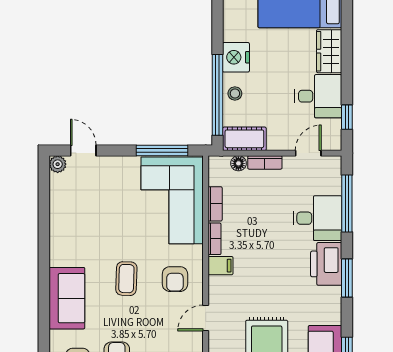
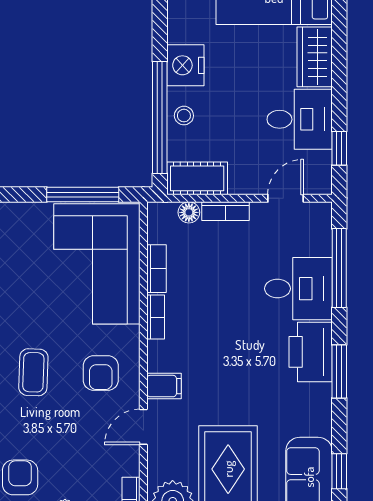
filing cabinet: (221, 266) -> (164, 386), moved

